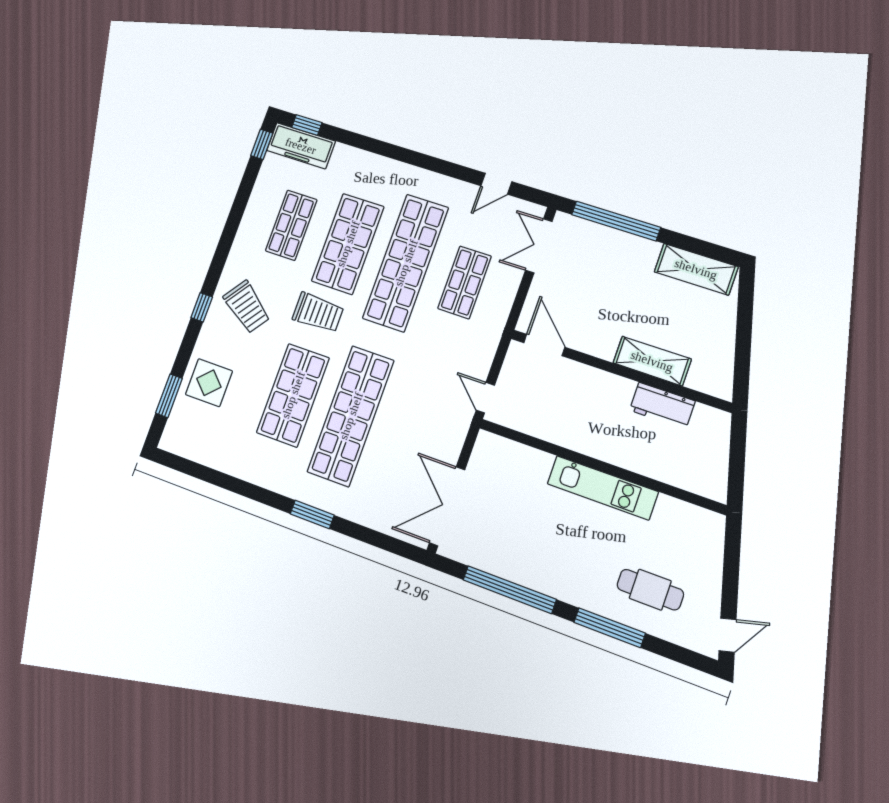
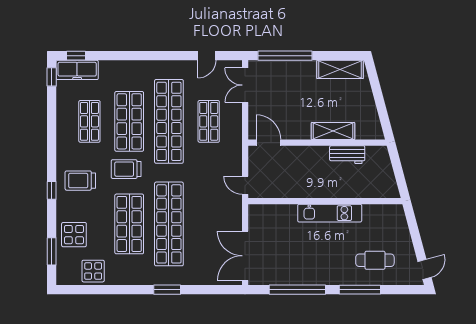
trolley: (247, 307) -> (80, 181), turned 144
trolley: (318, 313) -> (126, 169), turned 180
display table: (216, 446) -> (93, 271), added

